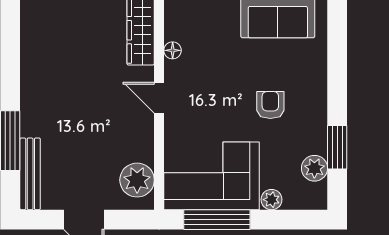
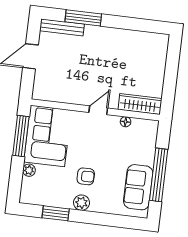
plant: (314, 168) -> (81, 203), moved
plant: (137, 180) -> (50, 91), removed

